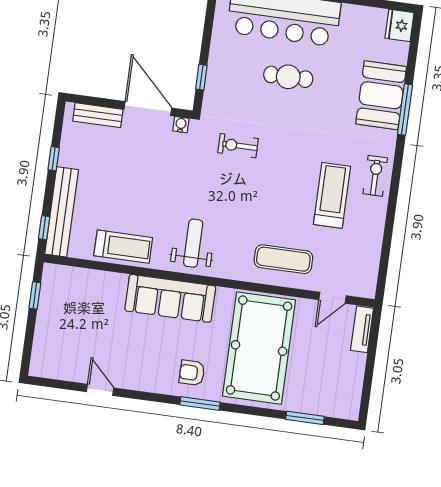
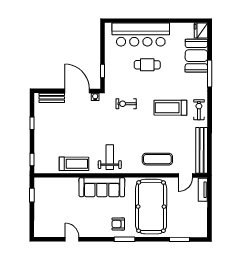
booth: (381, 95) -> (196, 56), moved
treadmill: (332, 195) -> (170, 108), moved, turned -90
bench: (62, 212) -> (202, 150), moved

